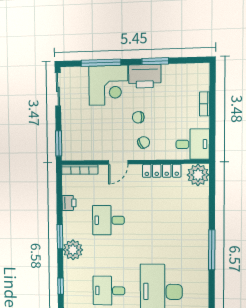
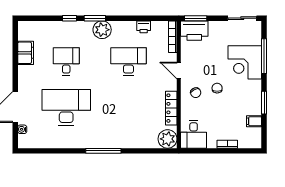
filing cabinet: (177, 72) -> (254, 121), added
printer: (145, 76) -> (194, 31), moved, turned -90
desk: (108, 220) -> (128, 62), width x1.37
window: (60, 237) -> (95, 18), moved

